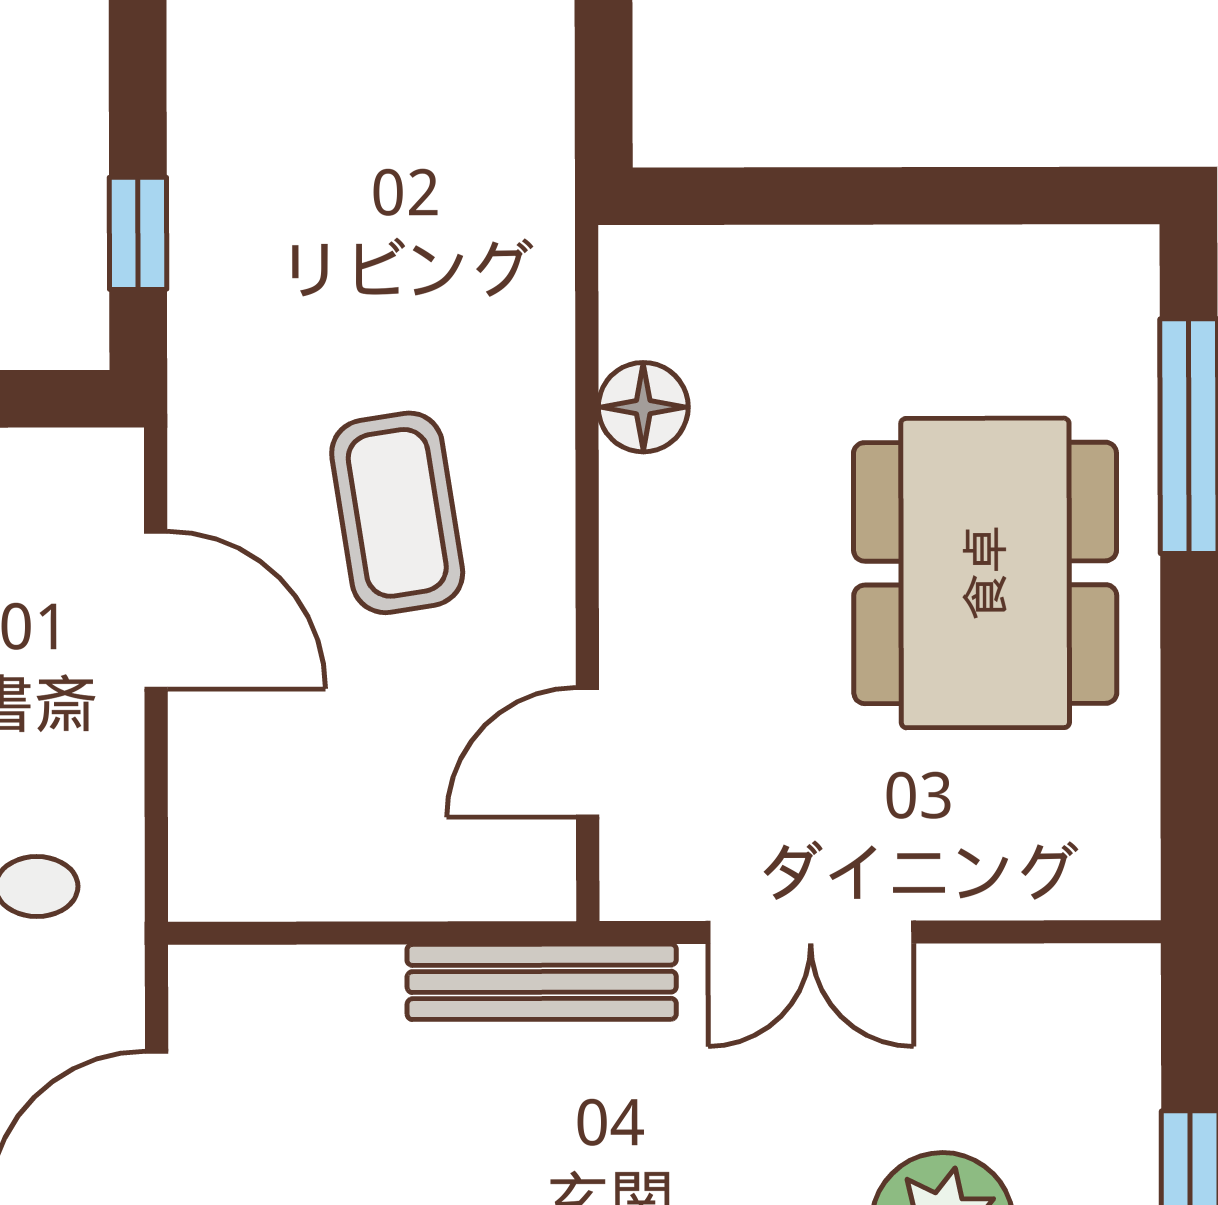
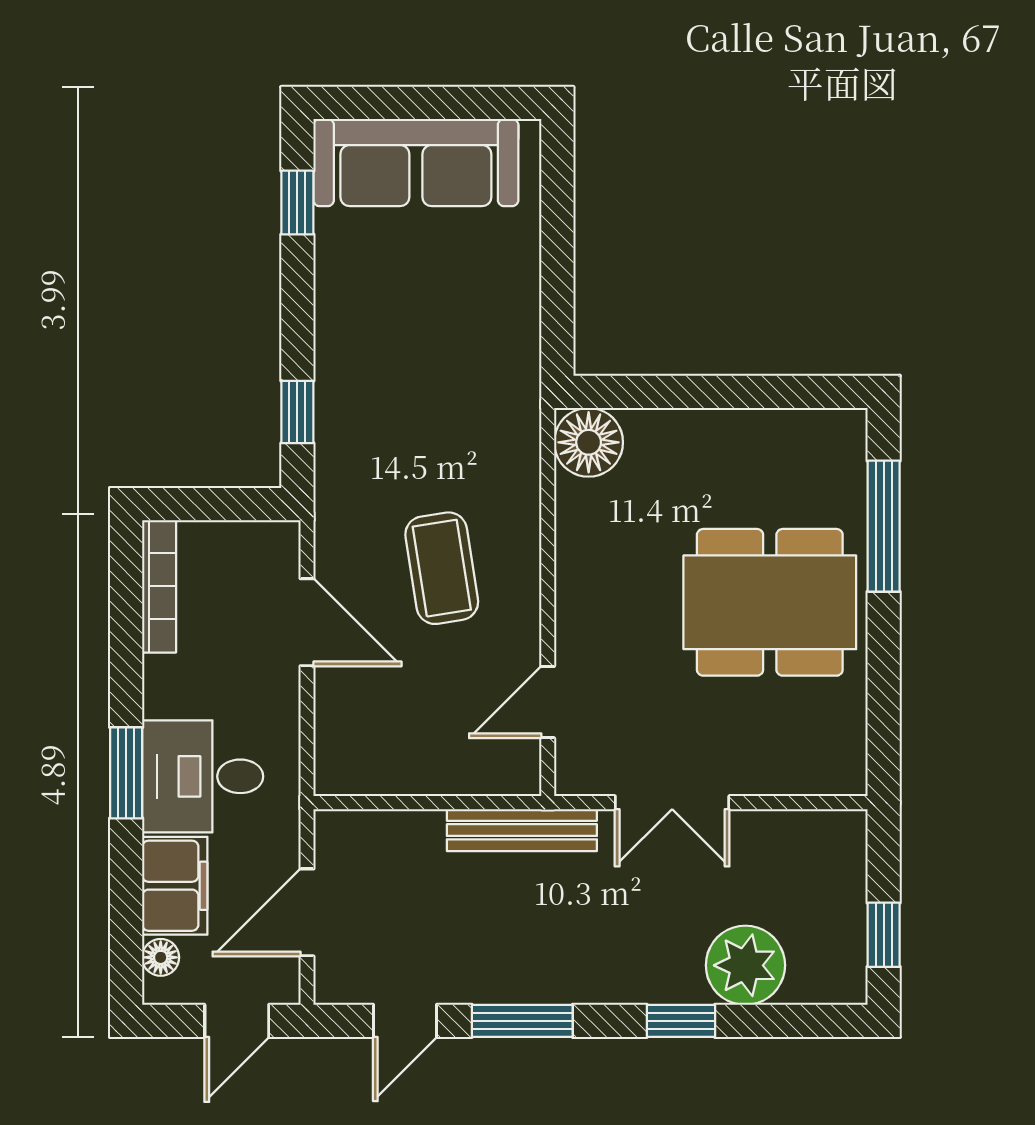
floor lamp: (643, 407) -> (589, 442), moved, width x1.38, depth x1.38
dining table: (985, 573) -> (770, 602), turned 90

